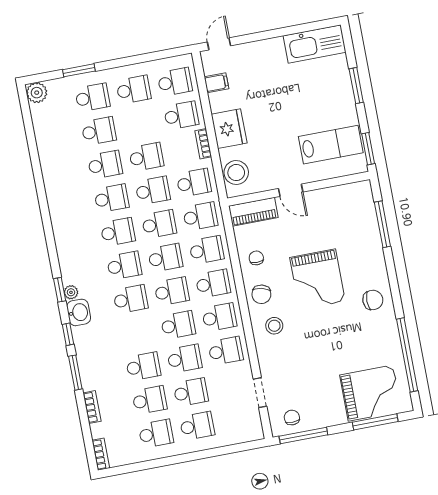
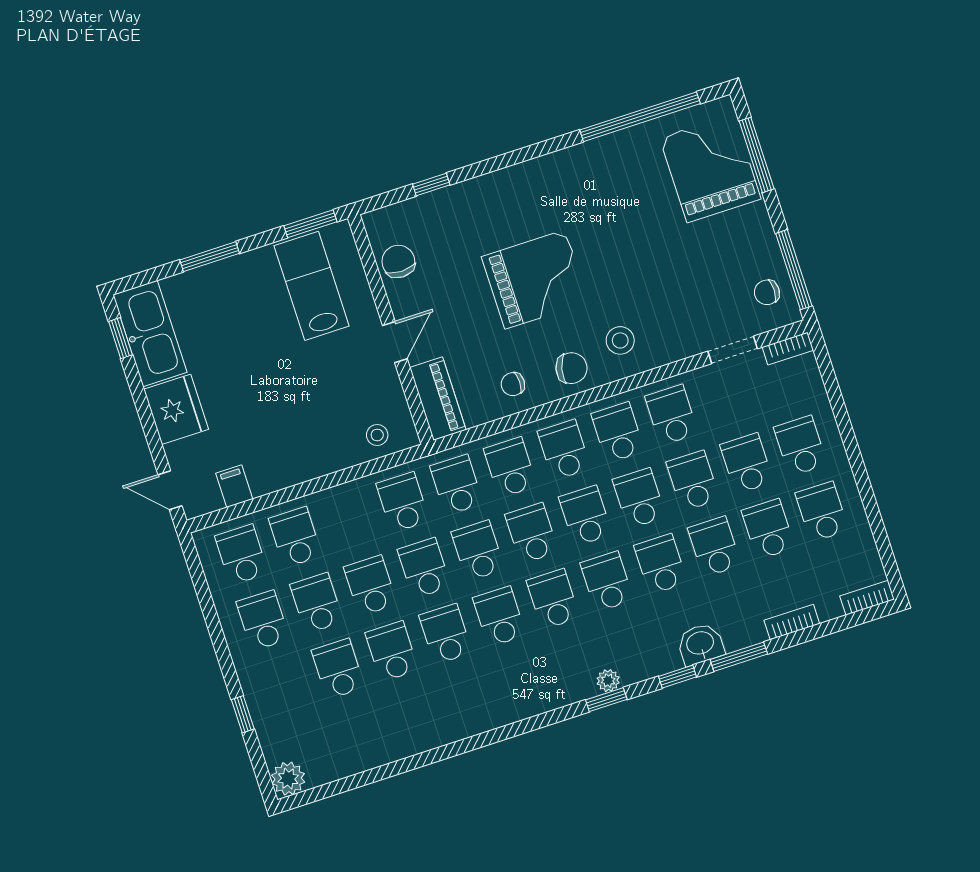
window: (314, 26) -> (121, 338), added
window: (79, 70) -> (243, 714), width x0.67
school desk: (92, 97) -> (317, 603), moved
fridge: (229, 129) -> (176, 409), moved, turned 90
bookcase: (203, 144) -> (788, 349), moved
stool: (236, 173) -> (377, 435), width x0.53, depth x0.53
window: (382, 224) -> (431, 185), width x0.46
chair: (373, 300) -> (398, 261), moved
washbasin: (79, 312) -> (700, 644), moved
school desk: (137, 333) -> (661, 564), added

